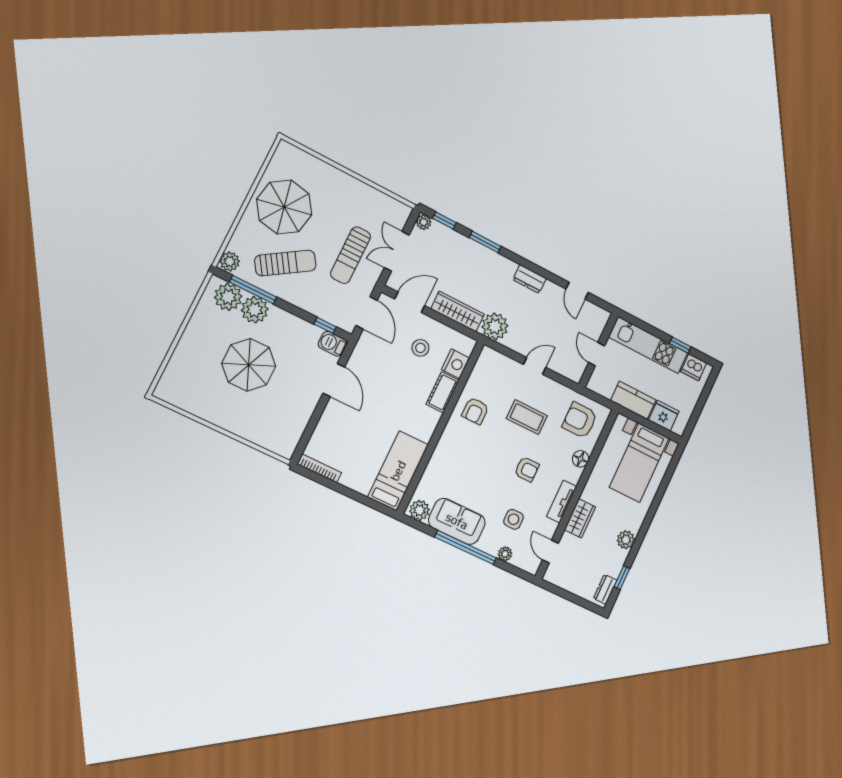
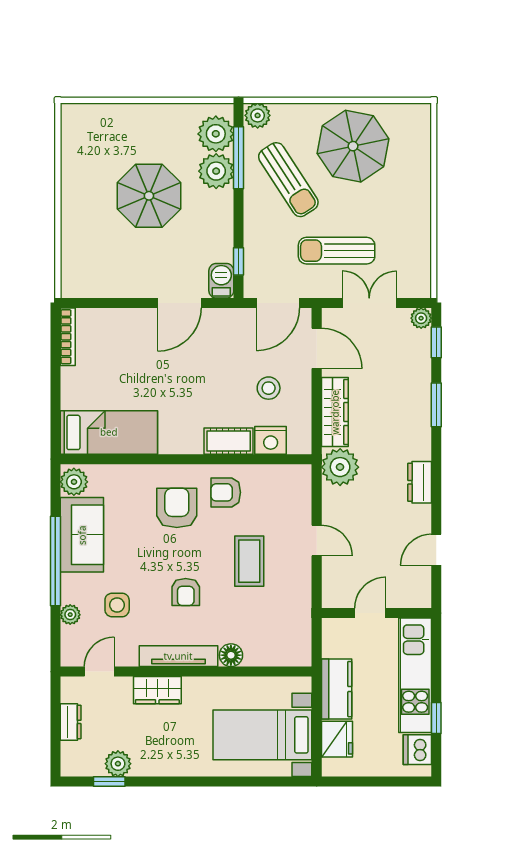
armchair: (580, 420) -> (177, 508), moved
tv unit: (562, 501) -> (178, 656), width x1.41
plant: (626, 540) -> (118, 764), moved
dresser: (605, 589) -> (71, 722), moved, turned 90

